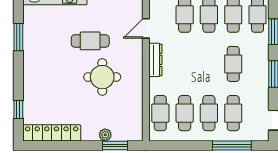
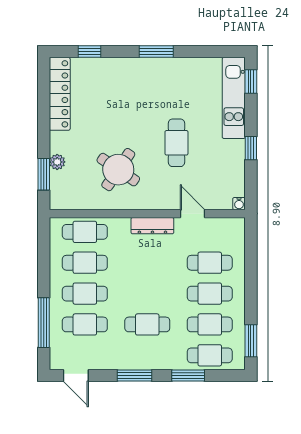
window: (18, 37) -> (156, 52), moved
round table: (102, 77) -> (118, 170), moved, turned 34

